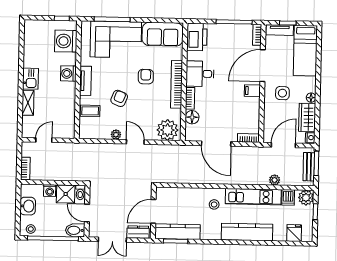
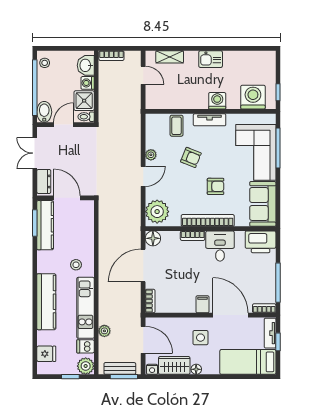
shelving: (28, 103) -> (170, 57), moved
floor lamp: (192, 117) -> (153, 238), moved
washbasin: (28, 206) -> (86, 65), moved, turned 90

